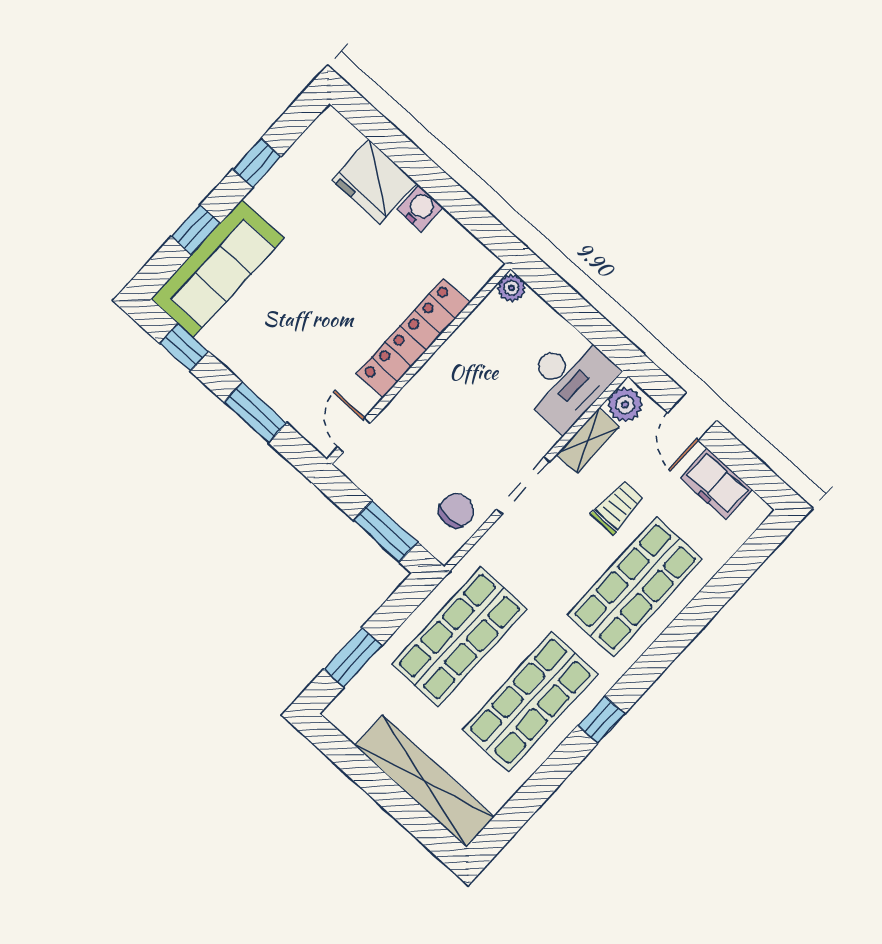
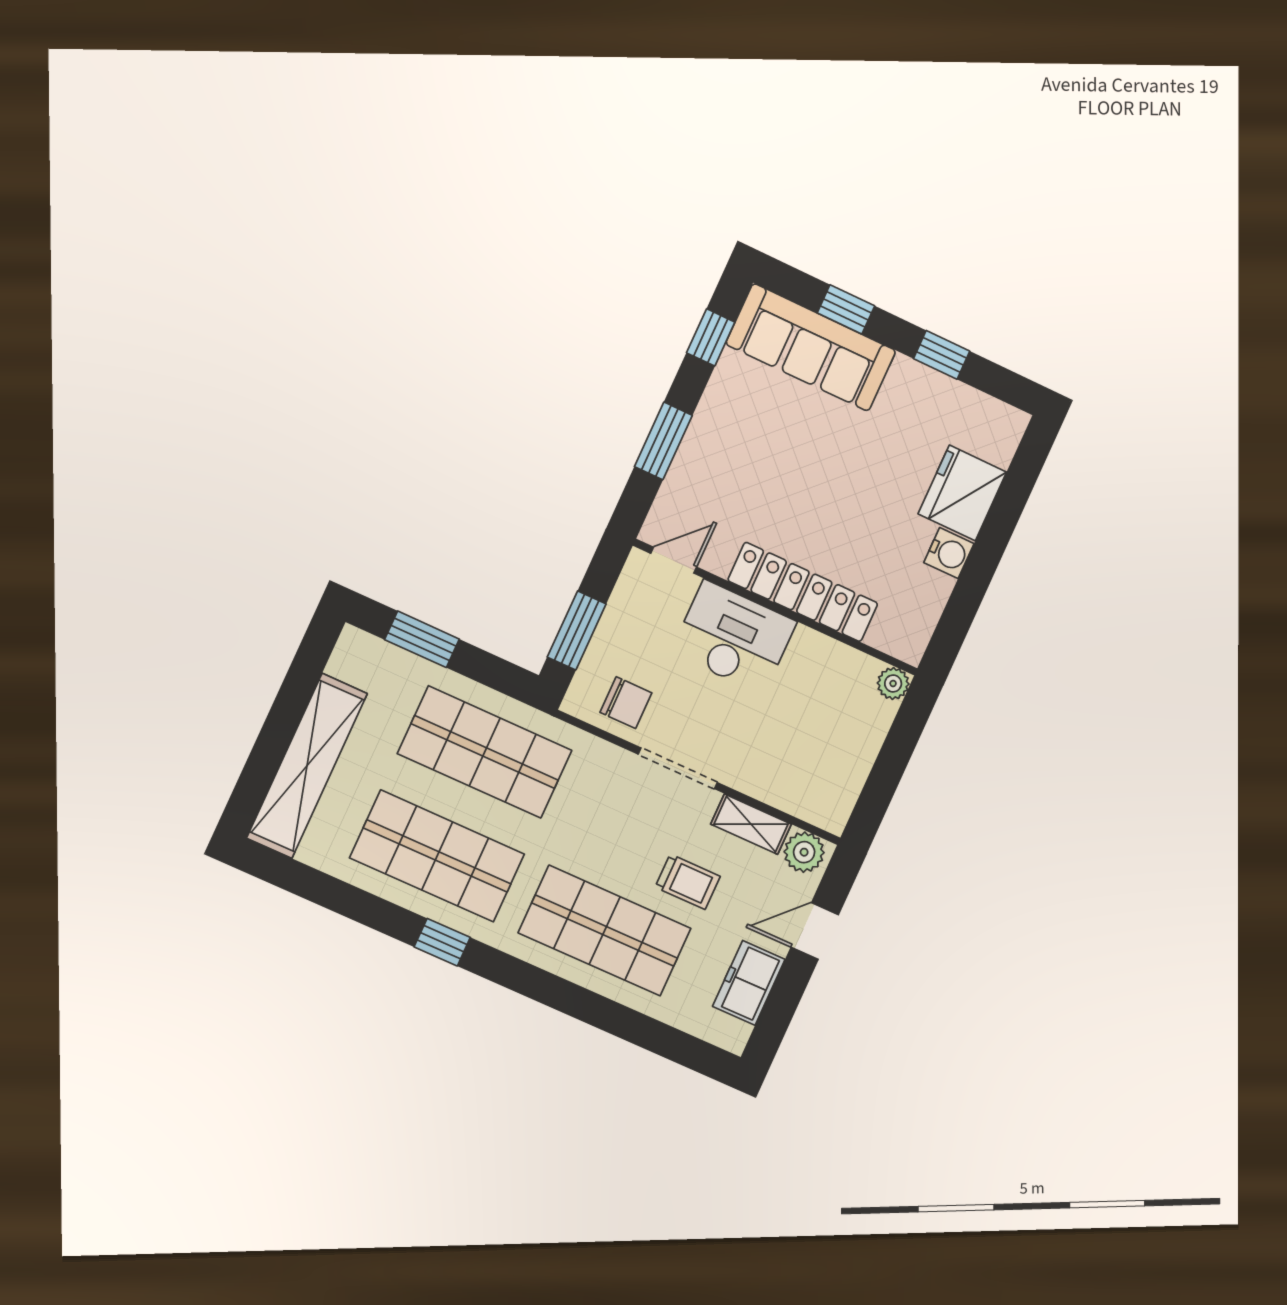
desk: (568, 381) -> (734, 637), moved, turned 180

